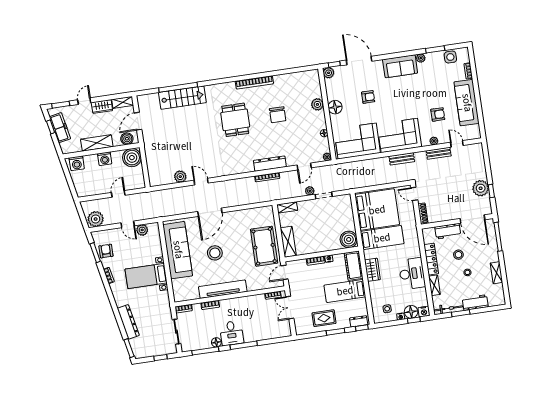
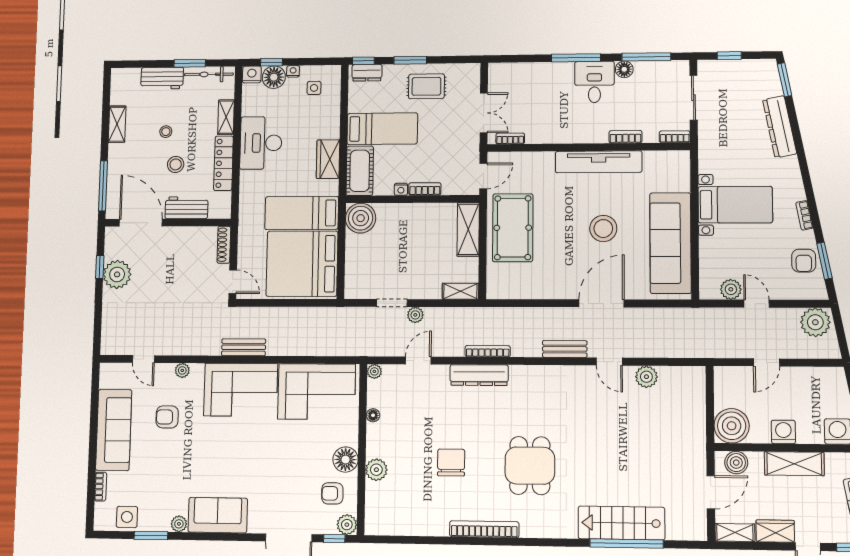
armchair: (368, 97) -> (332, 493), moved
bench: (439, 153) -> (565, 349), moved

